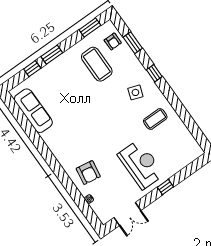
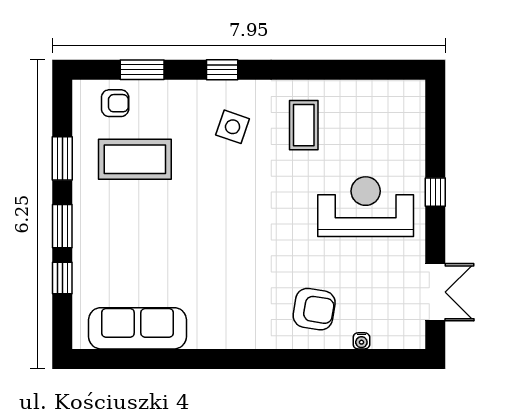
window: (90, 28) -> (62, 158), moved

